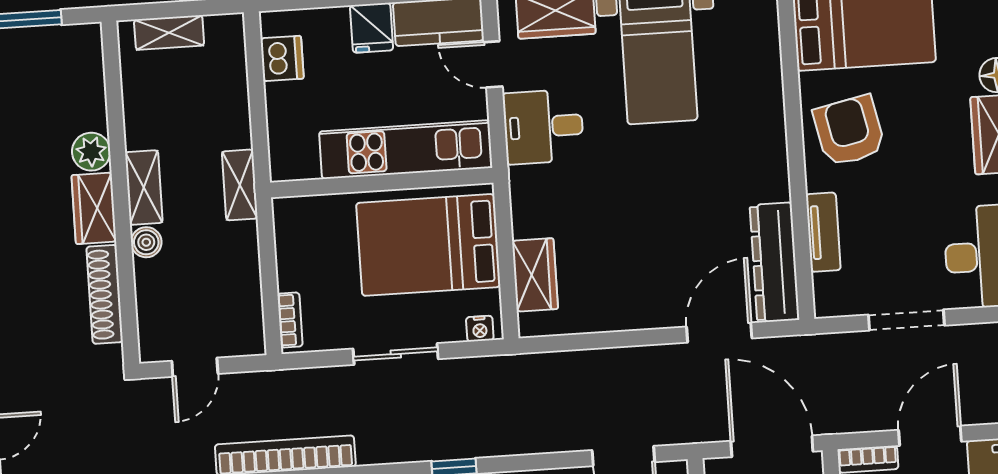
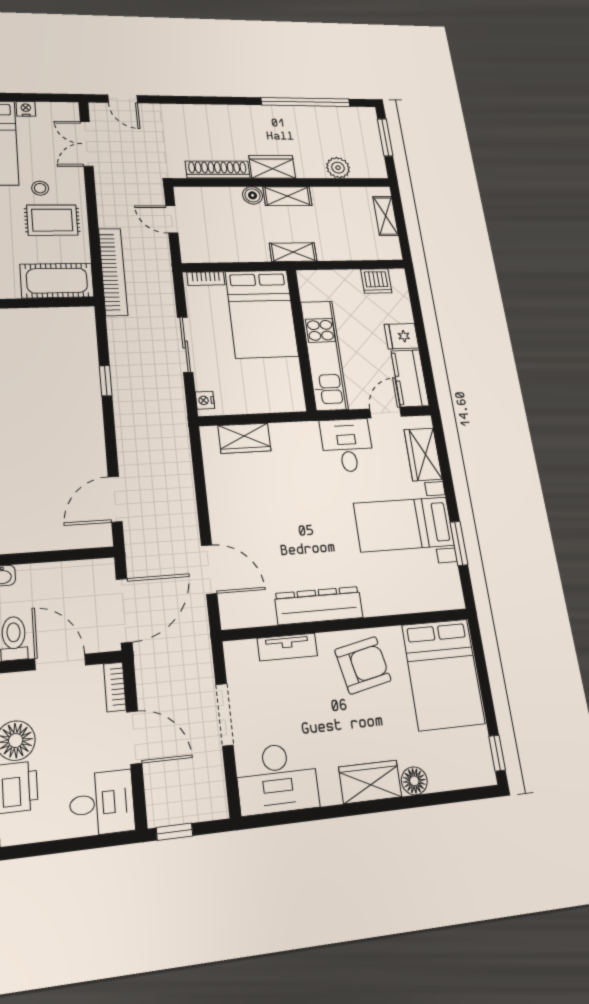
plant: (91, 152) -> (338, 168), moved
bed: (428, 245) -> (262, 314), moved, turned 180
dresser: (775, 262) -> (319, 606), moved

